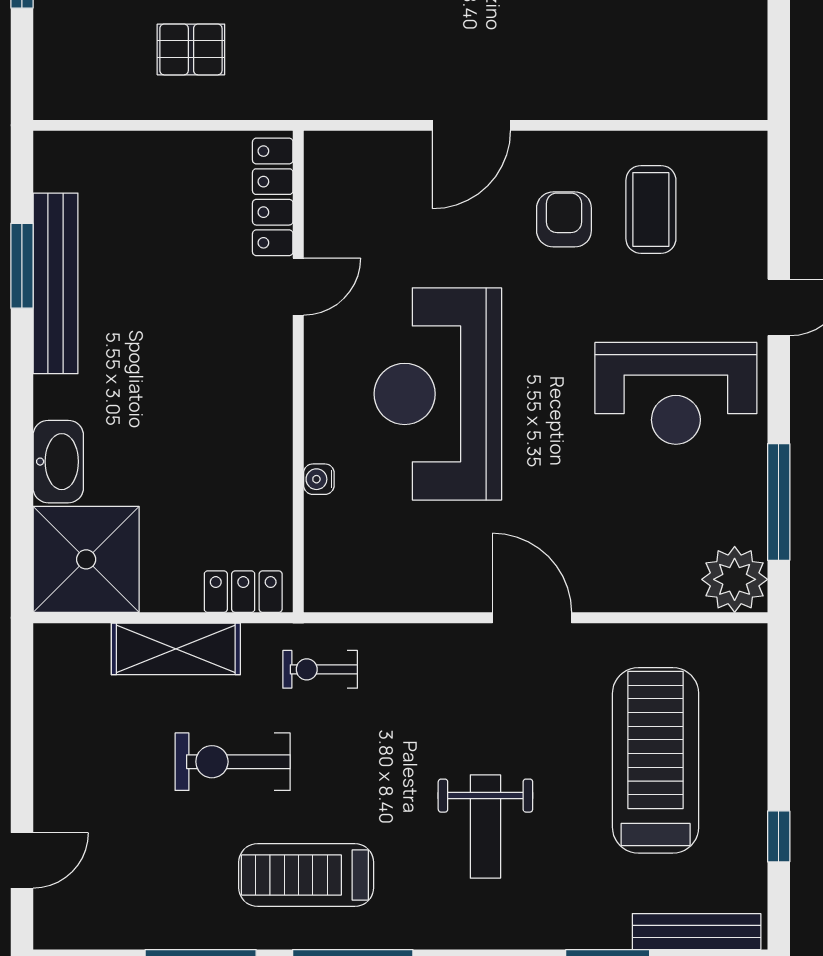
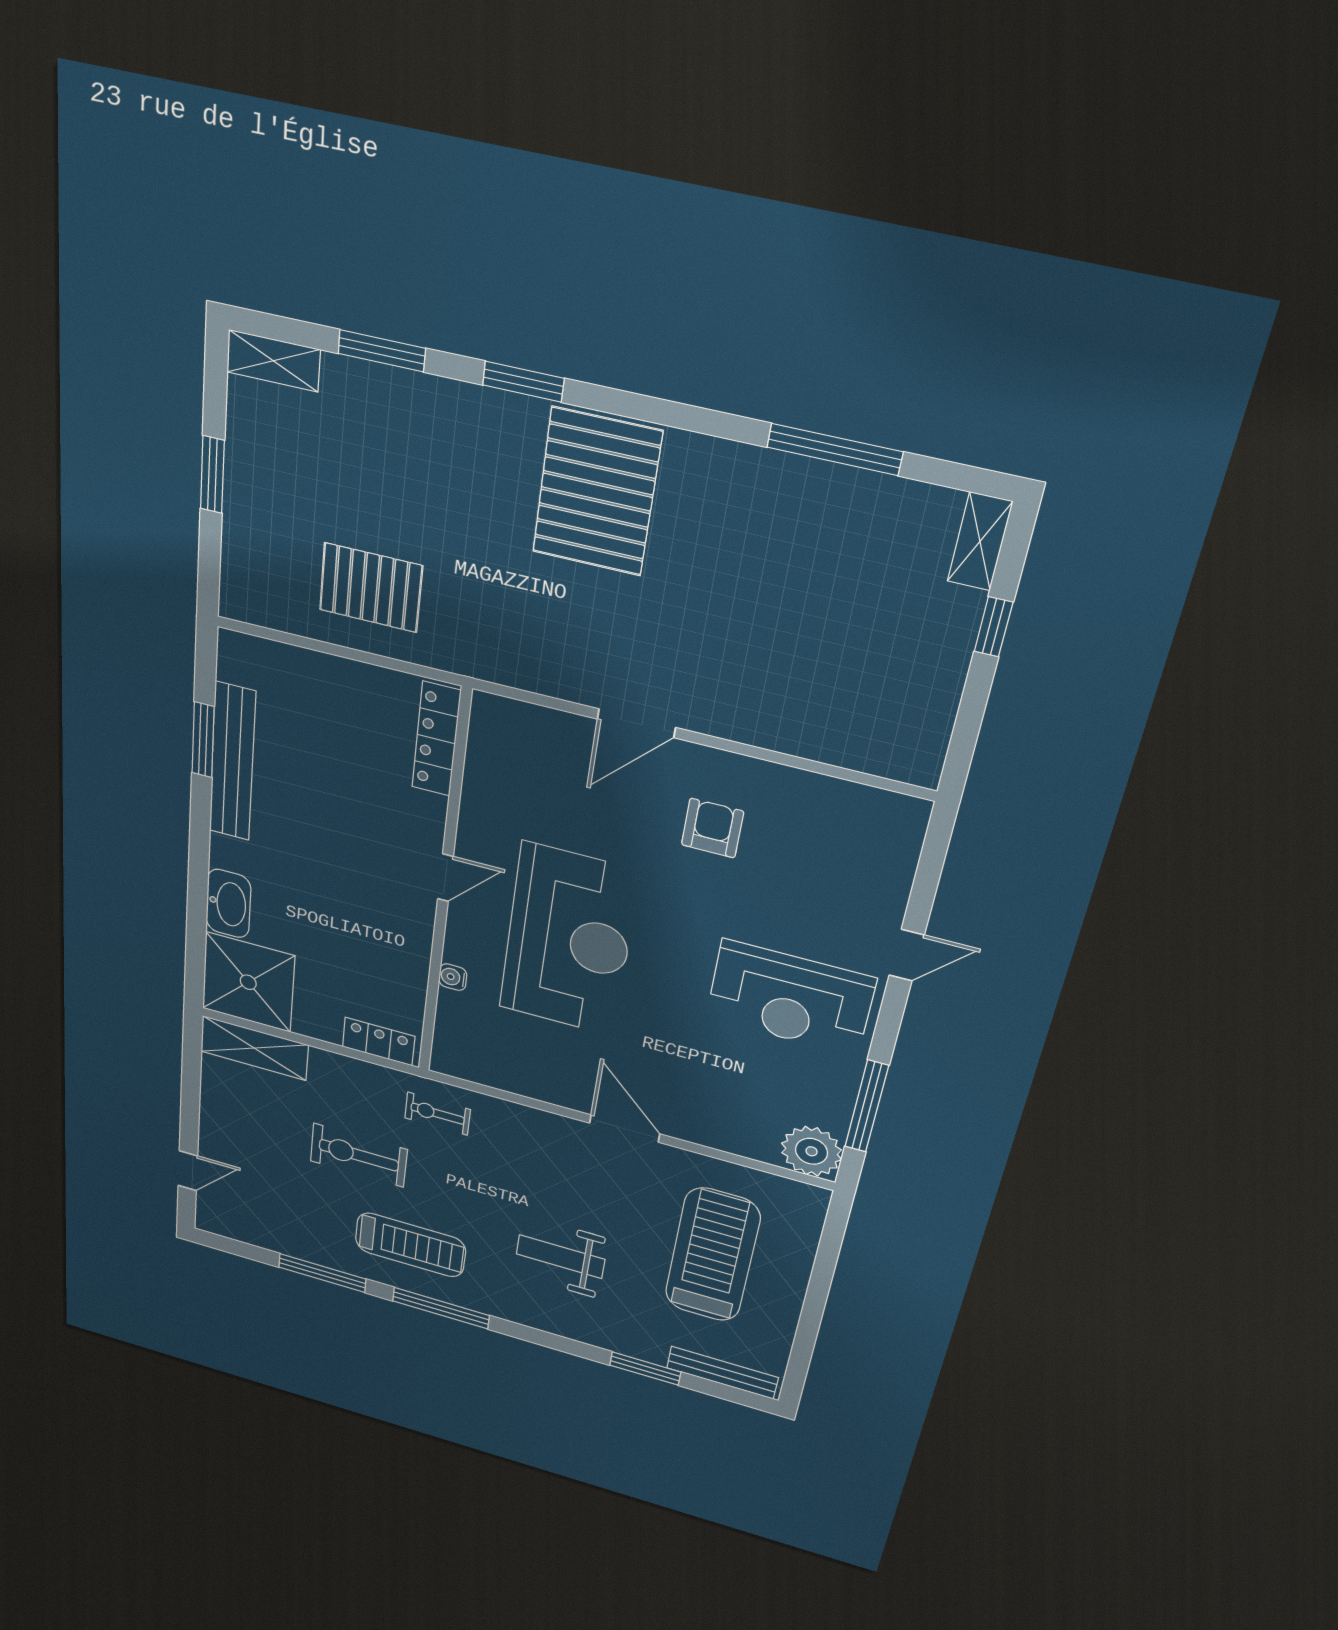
pallet: (191, 49) -> (371, 588), width x1.50, depth x1.42
coffee table: (651, 209) -> (800, 841), removed
door: (298, 287) -> (445, 878), moved
reception desk: (438, 394) -> (568, 940), turned 180
shelving: (176, 649) -> (254, 1048), moved
weight bench: (485, 827) -> (560, 1257), turned 90
window: (779, 836) -> (806, 1334), removed
treadmill: (306, 875) -> (410, 1245), turned 180

